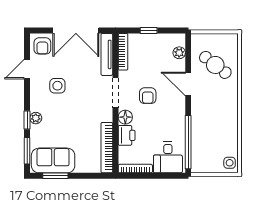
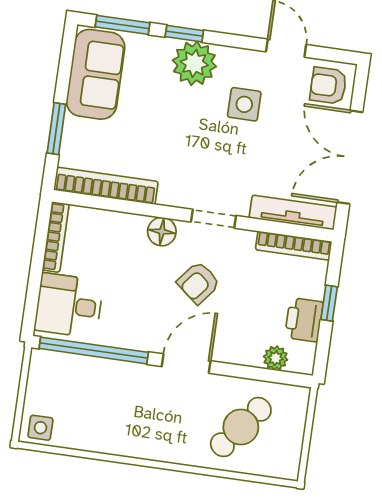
door: (188, 84) -> (186, 364), moved
doorway: (115, 93) -> (214, 219), width x0.73
armchair: (148, 96) -> (198, 283), turned -51
plant: (36, 118) -> (194, 63), width x1.87, depth x1.87
printer: (127, 135) -> (304, 320), moved, turned 90
window: (55, 176) -> (56, 129), moved

